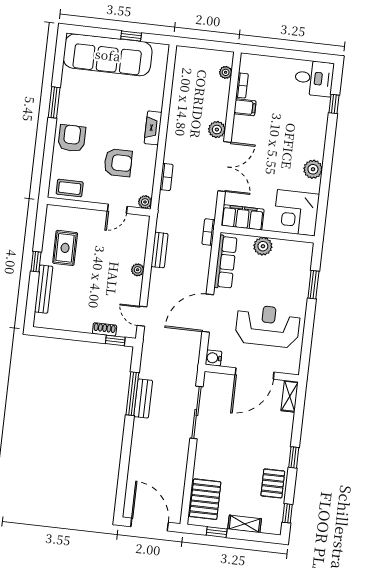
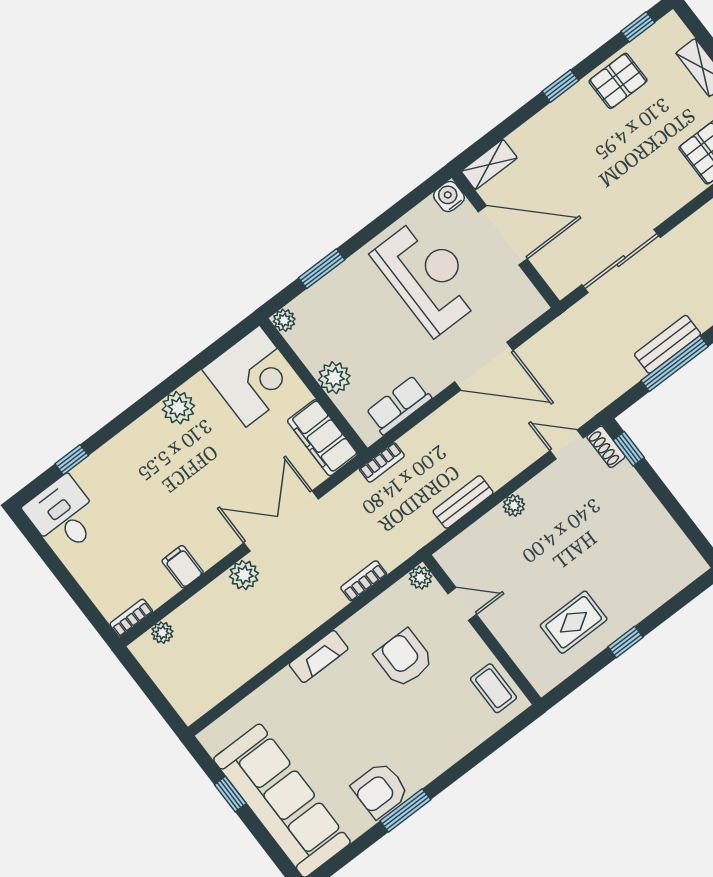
bookcase: (242, 85) -> (131, 618), moved
armchair: (72, 138) -> (380, 790), moved
plant: (307, 248) -> (284, 320), added
row of seats: (226, 262) -> (399, 405), width x0.68
bench: (44, 289) -> (651, 599), removed
door: (142, 316) -> (567, 444), swing flipped
reception desk: (268, 326) -> (428, 276), turned 180
shoe rack: (105, 329) -> (606, 447), moved
water cooler: (214, 358) -> (449, 197), moved, turned 180

